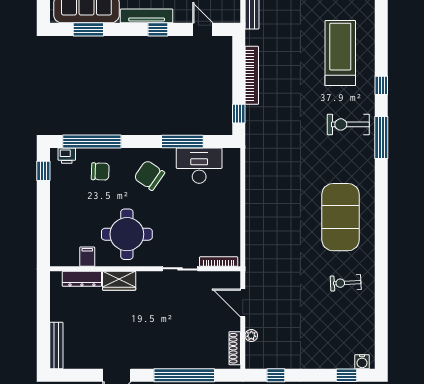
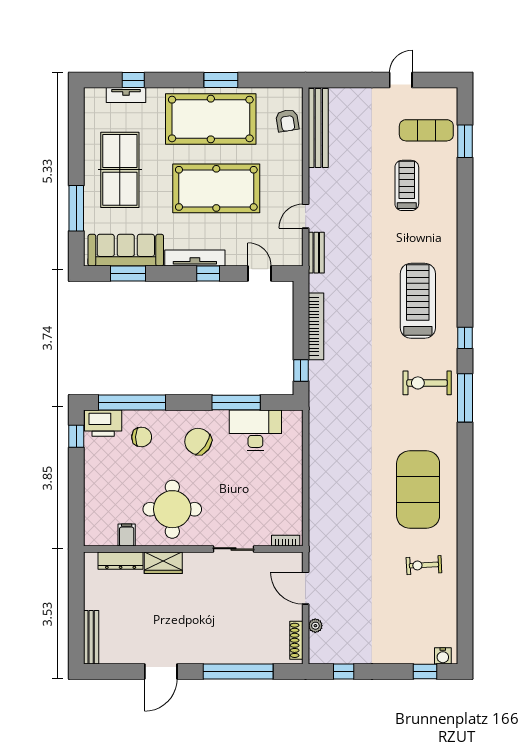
printer: (67, 156) -> (103, 423), width x1.87, depth x1.48
bookcase: (219, 262) -> (286, 541), width x0.64

